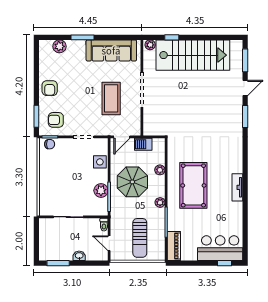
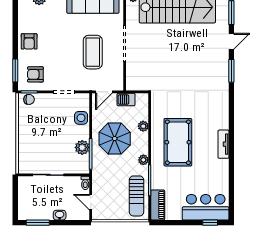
sun lounger: (140, 238) -> (137, 196), moved

